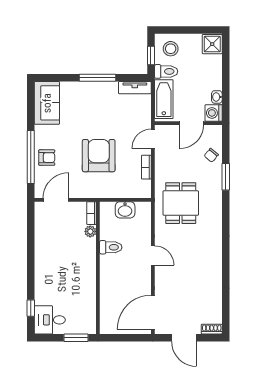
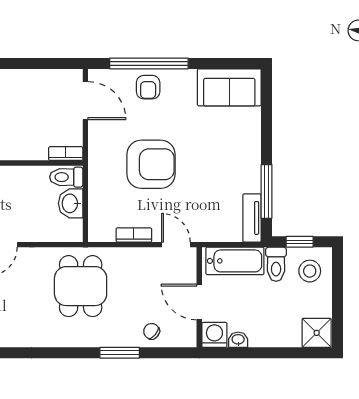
window: (98, 78) -> (267, 191), moved
dining table: (181, 203) -> (81, 286), turned 90
plant: (90, 231) -> (38, 152), removed
toilet: (111, 247) -> (66, 177), moved, turned 90

